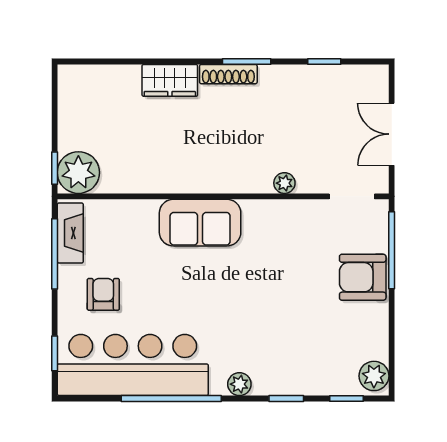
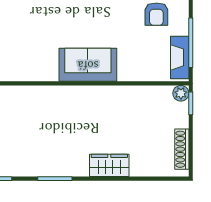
shoe rack: (228, 74) -> (182, 149), moved, turned -90
plant: (78, 173) -> (181, 93), width x0.53, depth x0.53
plant: (284, 183) -> (28, 93), removed

